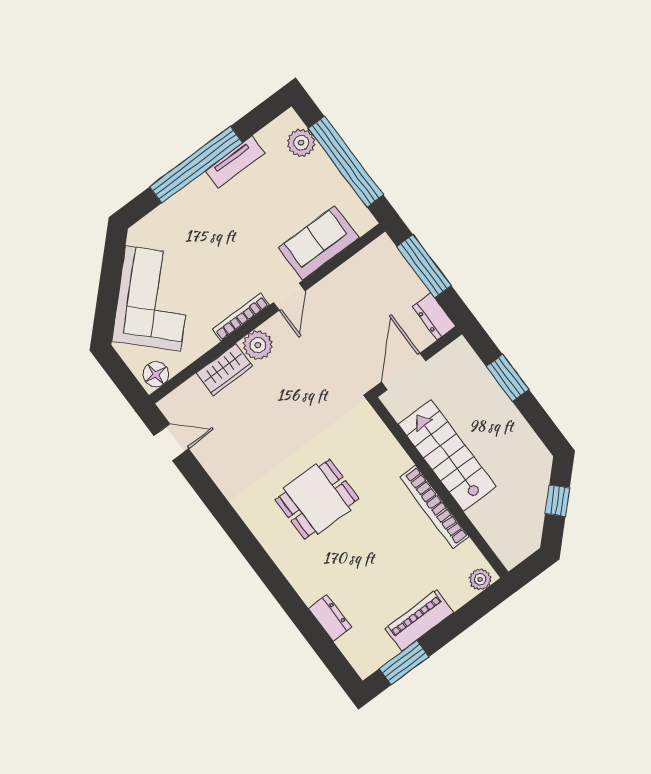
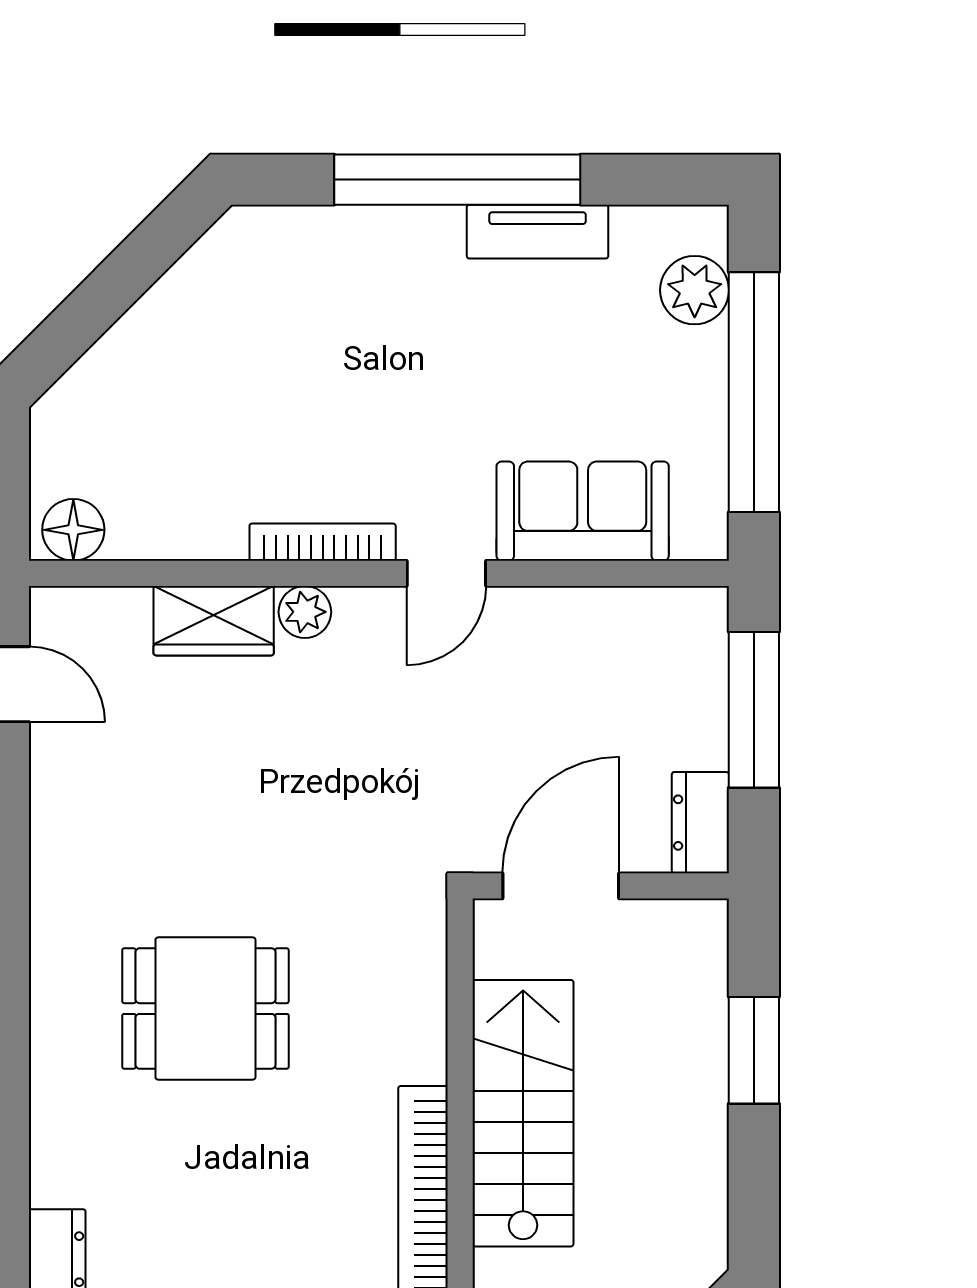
corner sofa: (153, 298) -> (178, 377), removed
plant: (258, 345) -> (305, 612), width x0.73, depth x0.73

